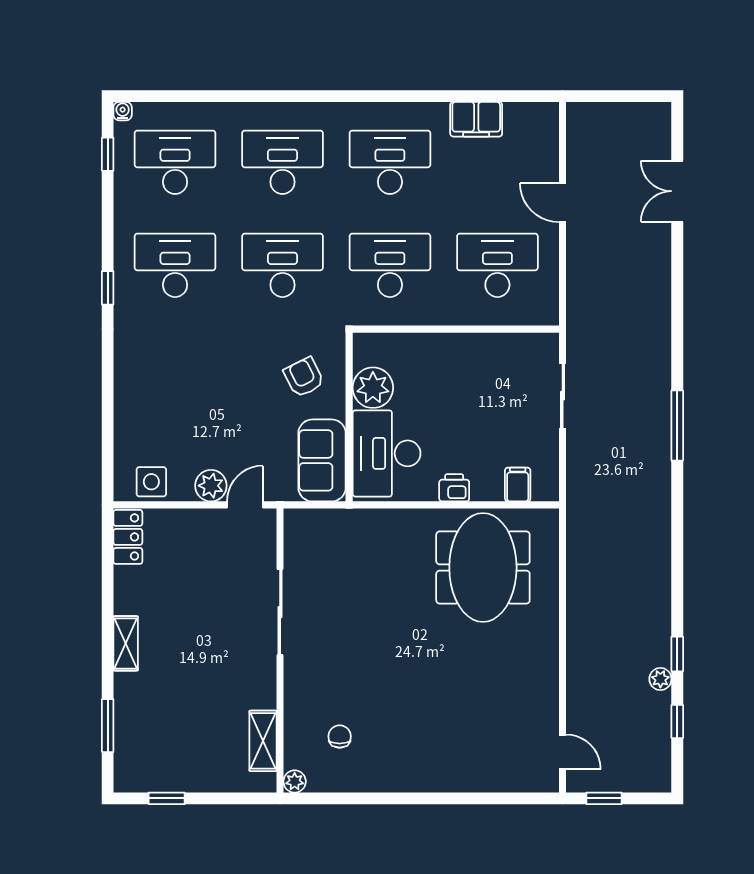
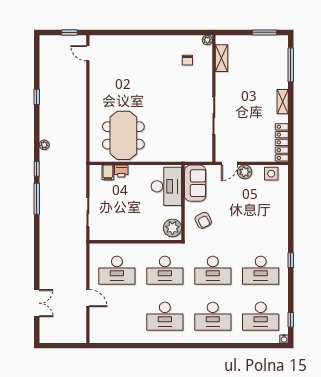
filing cabinet: (476, 119) -> (126, 335), removed
plant: (373, 388) -> (172, 228), moved
printer: (454, 488) -> (121, 171), moved
locker: (128, 537) -> (282, 142), width x1.53
plant: (660, 679) -> (44, 145), moved
window: (677, 722) -> (37, 169), moved
window: (108, 726) -> (291, 65), width x1.44
window: (167, 798) -> (264, 32), width x1.50

